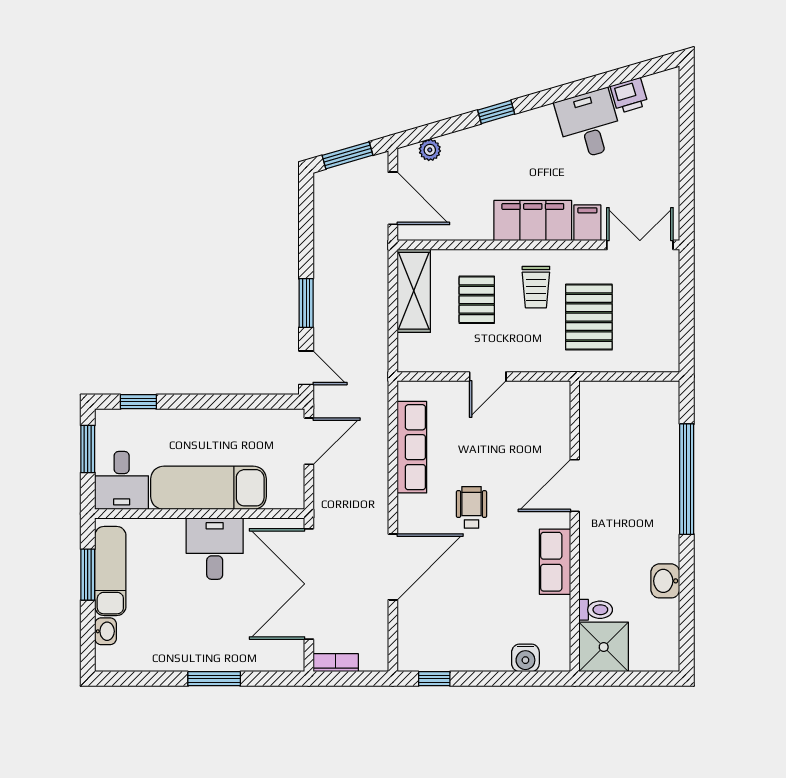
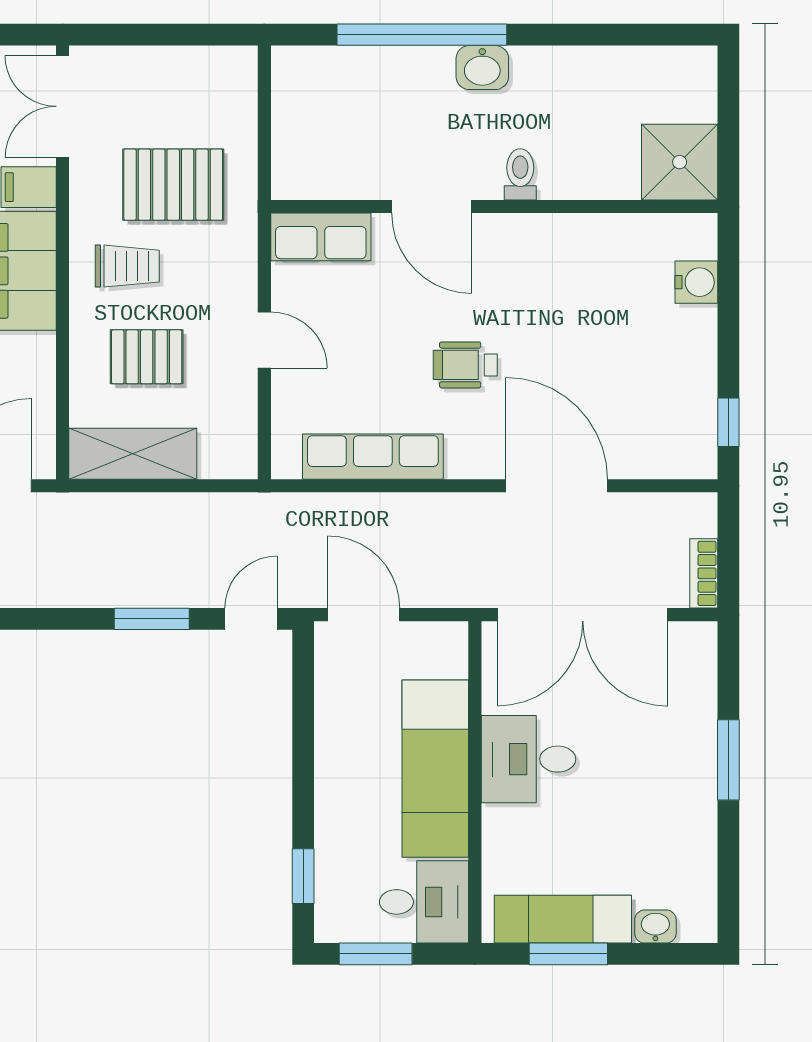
row of seats: (555, 562) -> (321, 237), moved
washbasin: (665, 581) -> (482, 68), moved
toilet: (596, 610) -> (520, 174), moved

